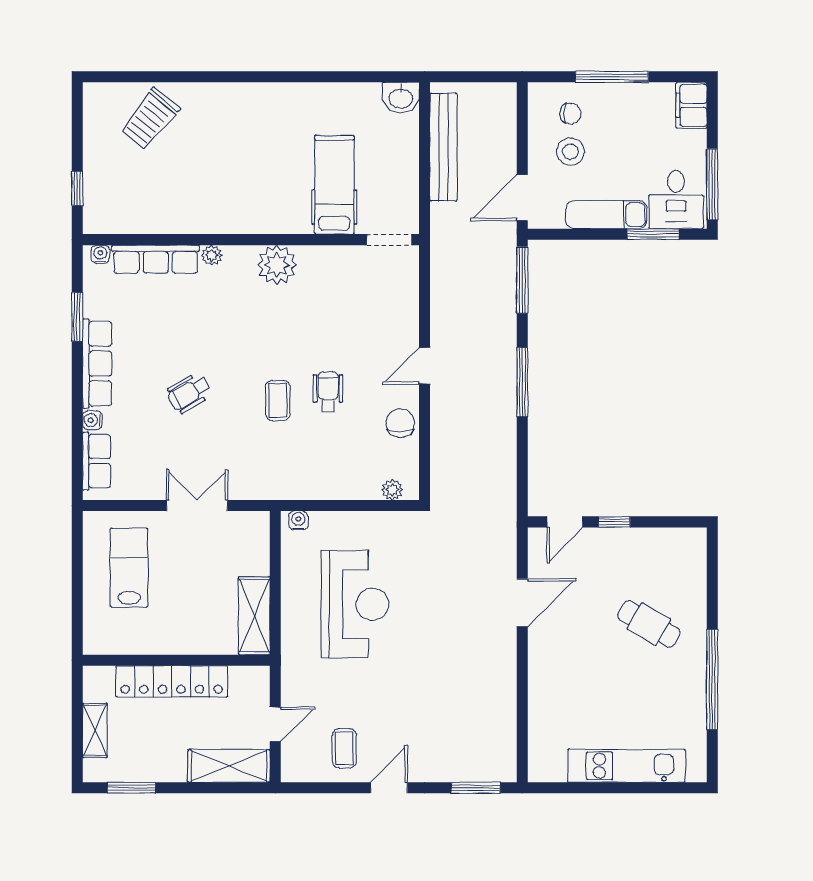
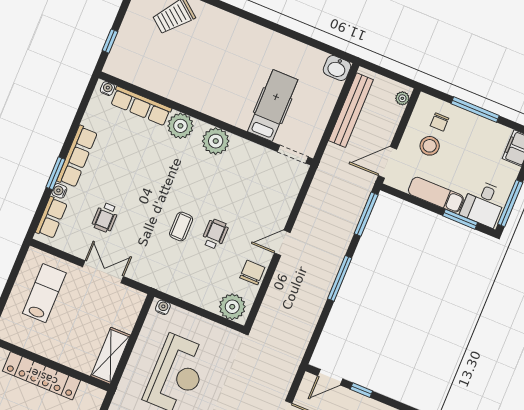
plant: (507, 102) -> (402, 98), added
chair: (570, 114) -> (439, 122), turned 90
plant: (212, 255) -> (180, 126), width x1.88, depth x1.88
window: (77, 317) -> (55, 173), moved
wheelchair: (189, 393) -> (105, 217), moved, turned -60
plant: (392, 490) -> (232, 307), width x1.88, depth x1.88

